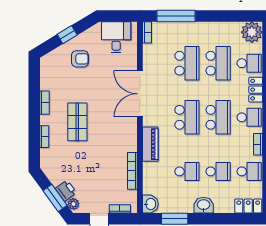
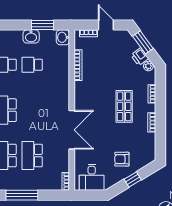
window: (176, 16) -> (22, 195), moved
school desk: (187, 117) -> (32, 110), removed
piano: (150, 144) -> (63, 88), removed
printer: (66, 191) -> (140, 57), moved
plant: (73, 204) -> (148, 66), moved
washbasin: (204, 205) -> (31, 36), moved

